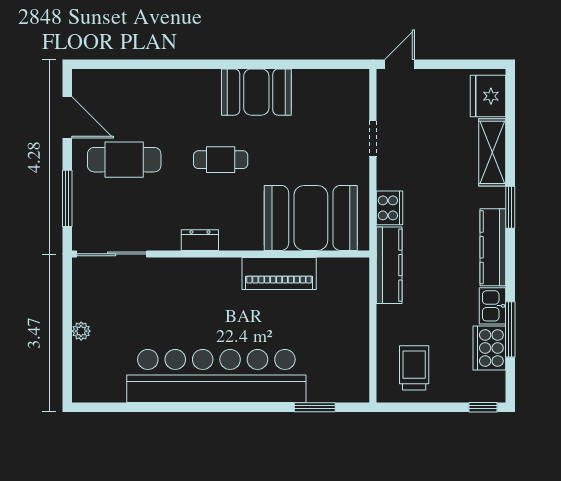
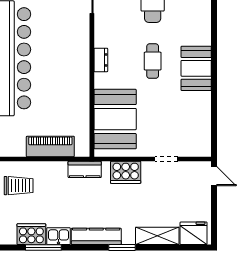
booth: (256, 92) -> (196, 68), moved
cooker: (389, 208) -> (126, 172), width x1.37, depth x1.31
dresser: (200, 240) -> (101, 60), moved
kitchen counter: (389, 265) -> (85, 169), width x0.67
piano: (279, 273) -> (50, 146), moved, turned 90

